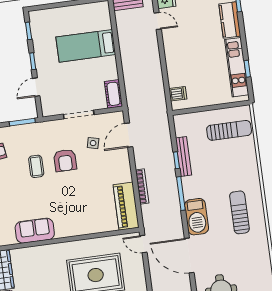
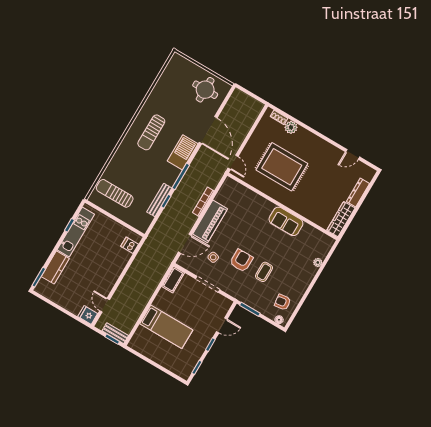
piano: (126, 206) -> (210, 221), moved
sofa: (35, 231) -> (286, 221), moved

